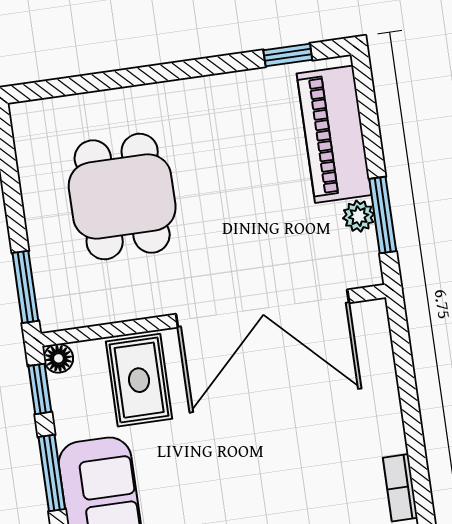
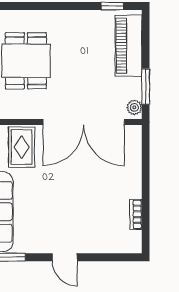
plant: (359, 216) -> (134, 107), moved

